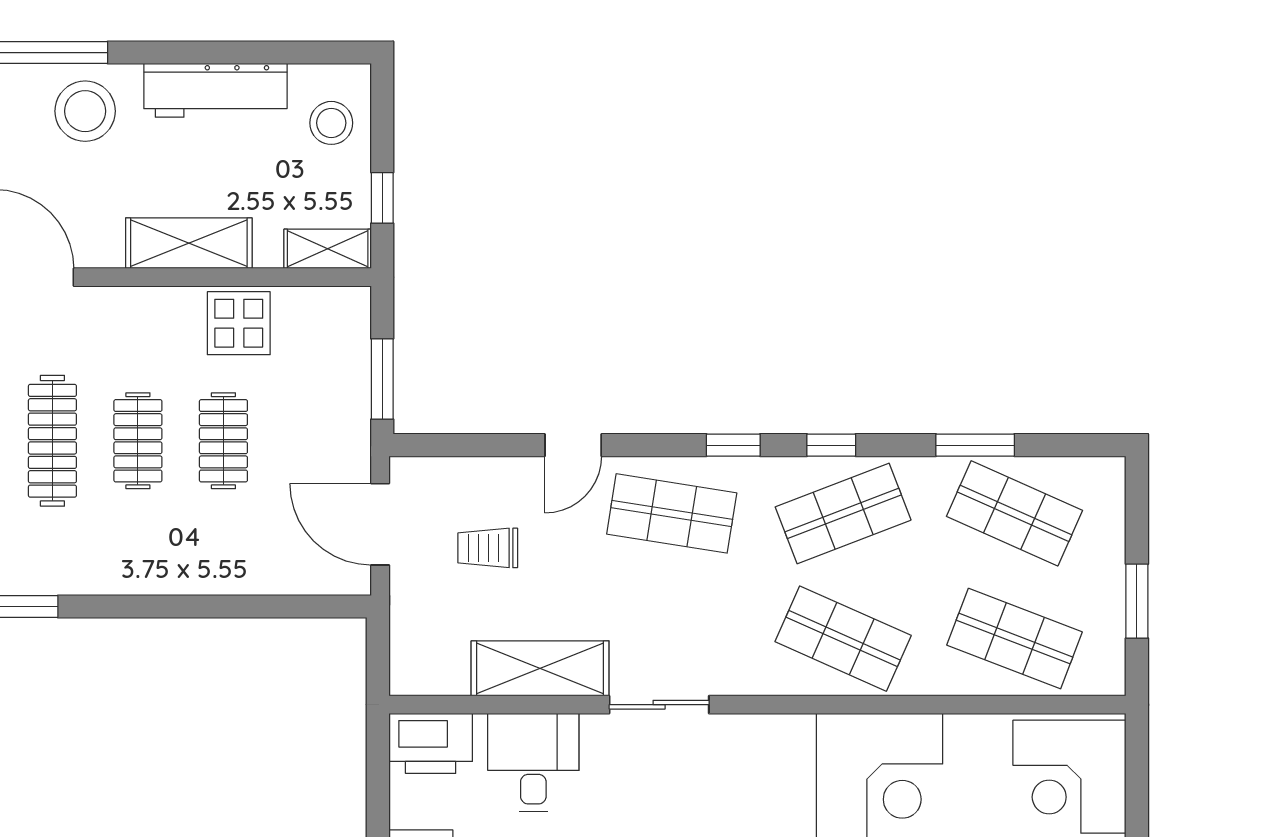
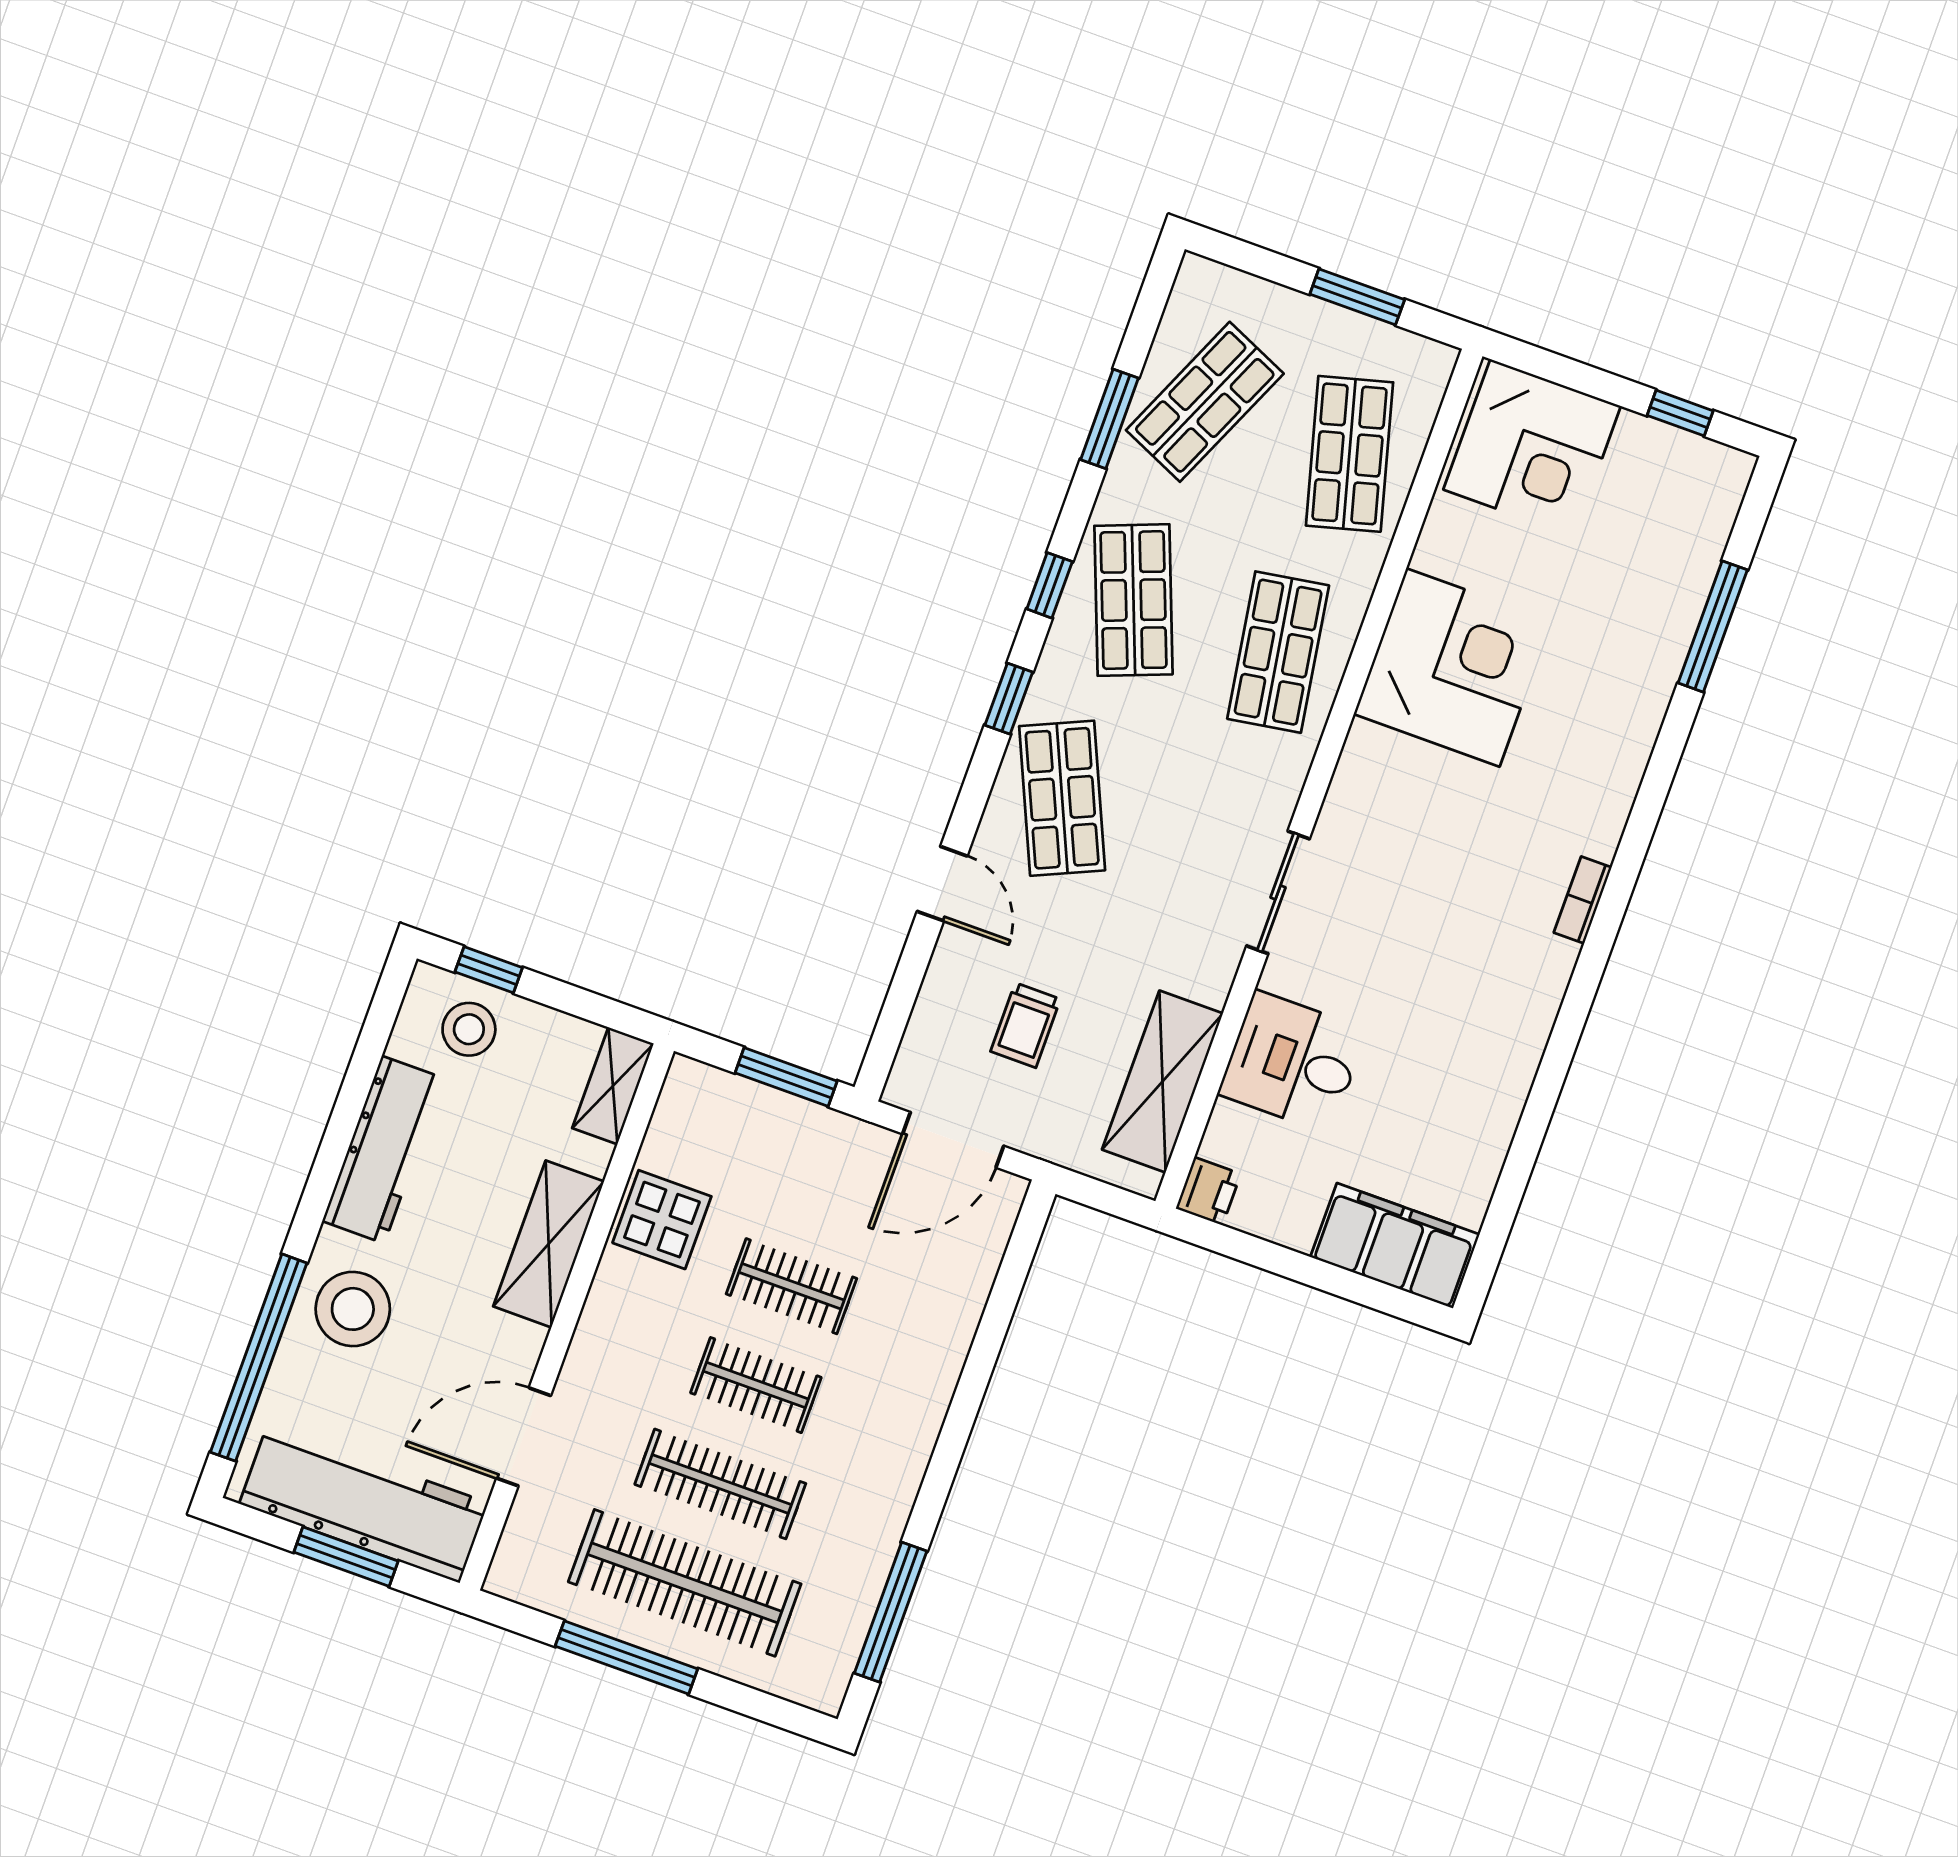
window: (382, 198) -> (489, 970), moved
shop shelf: (672, 513) -> (1062, 798), turned -33
shop shelf: (843, 639) -> (1278, 652), turned -33
shop shelf: (1014, 639) -> (1349, 454), turned -36
shelving: (540, 668) -> (1163, 1082), moved
printer: (431, 743) -> (1208, 1191), width x0.53, depth x0.68

